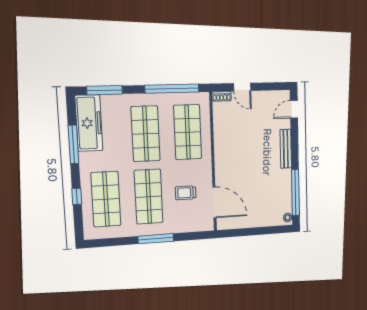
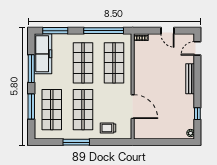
door: (242, 87) -> (167, 31), moved
trolley: (186, 193) -> (108, 128), moved
window: (295, 193) -> (197, 114), width x0.32
window: (77, 196) -> (31, 106), width x2.17
door: (214, 202) -> (133, 107), moved
window: (156, 239) -> (76, 142), moved

